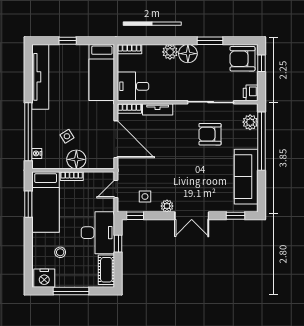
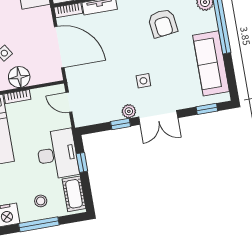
armchair: (210, 134) -> (163, 23), turned -97
door: (116, 189) -> (69, 102), hinge flipped
side table: (145, 196) -> (143, 81), moved
window: (135, 216) -> (121, 124), moved
stool: (60, 252) -> (41, 201), moved

